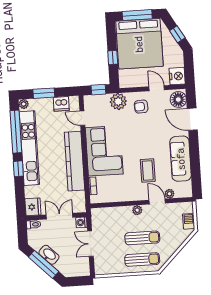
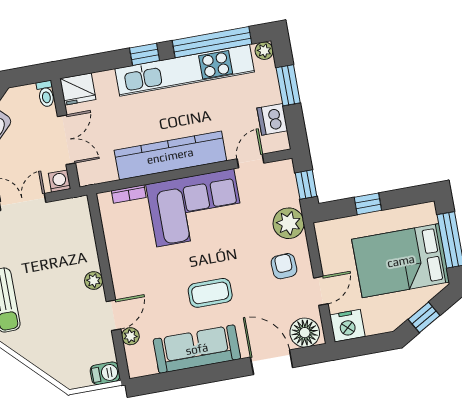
bed: (139, 44) -> (401, 261), width x0.73
door: (192, 119) -> (272, 362), hinge flipped
coffee table: (148, 170) -> (210, 293), moved
barbecue: (189, 221) -> (105, 373), moved
sun lounger: (142, 238) -> (44, 296), removed

